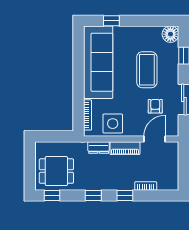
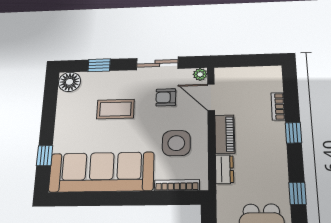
coffee table: (147, 70) -> (115, 109), width x0.73, depth x0.76
side table: (113, 124) -> (176, 143), moved
plant: (174, 131) -> (200, 74), added
window: (93, 195) -> (297, 193), moved

